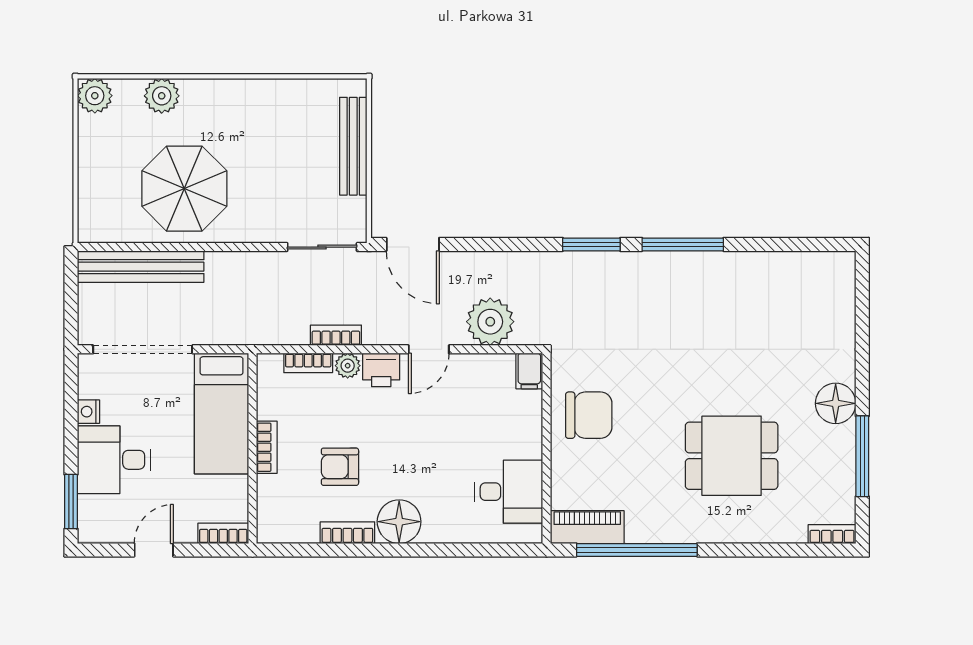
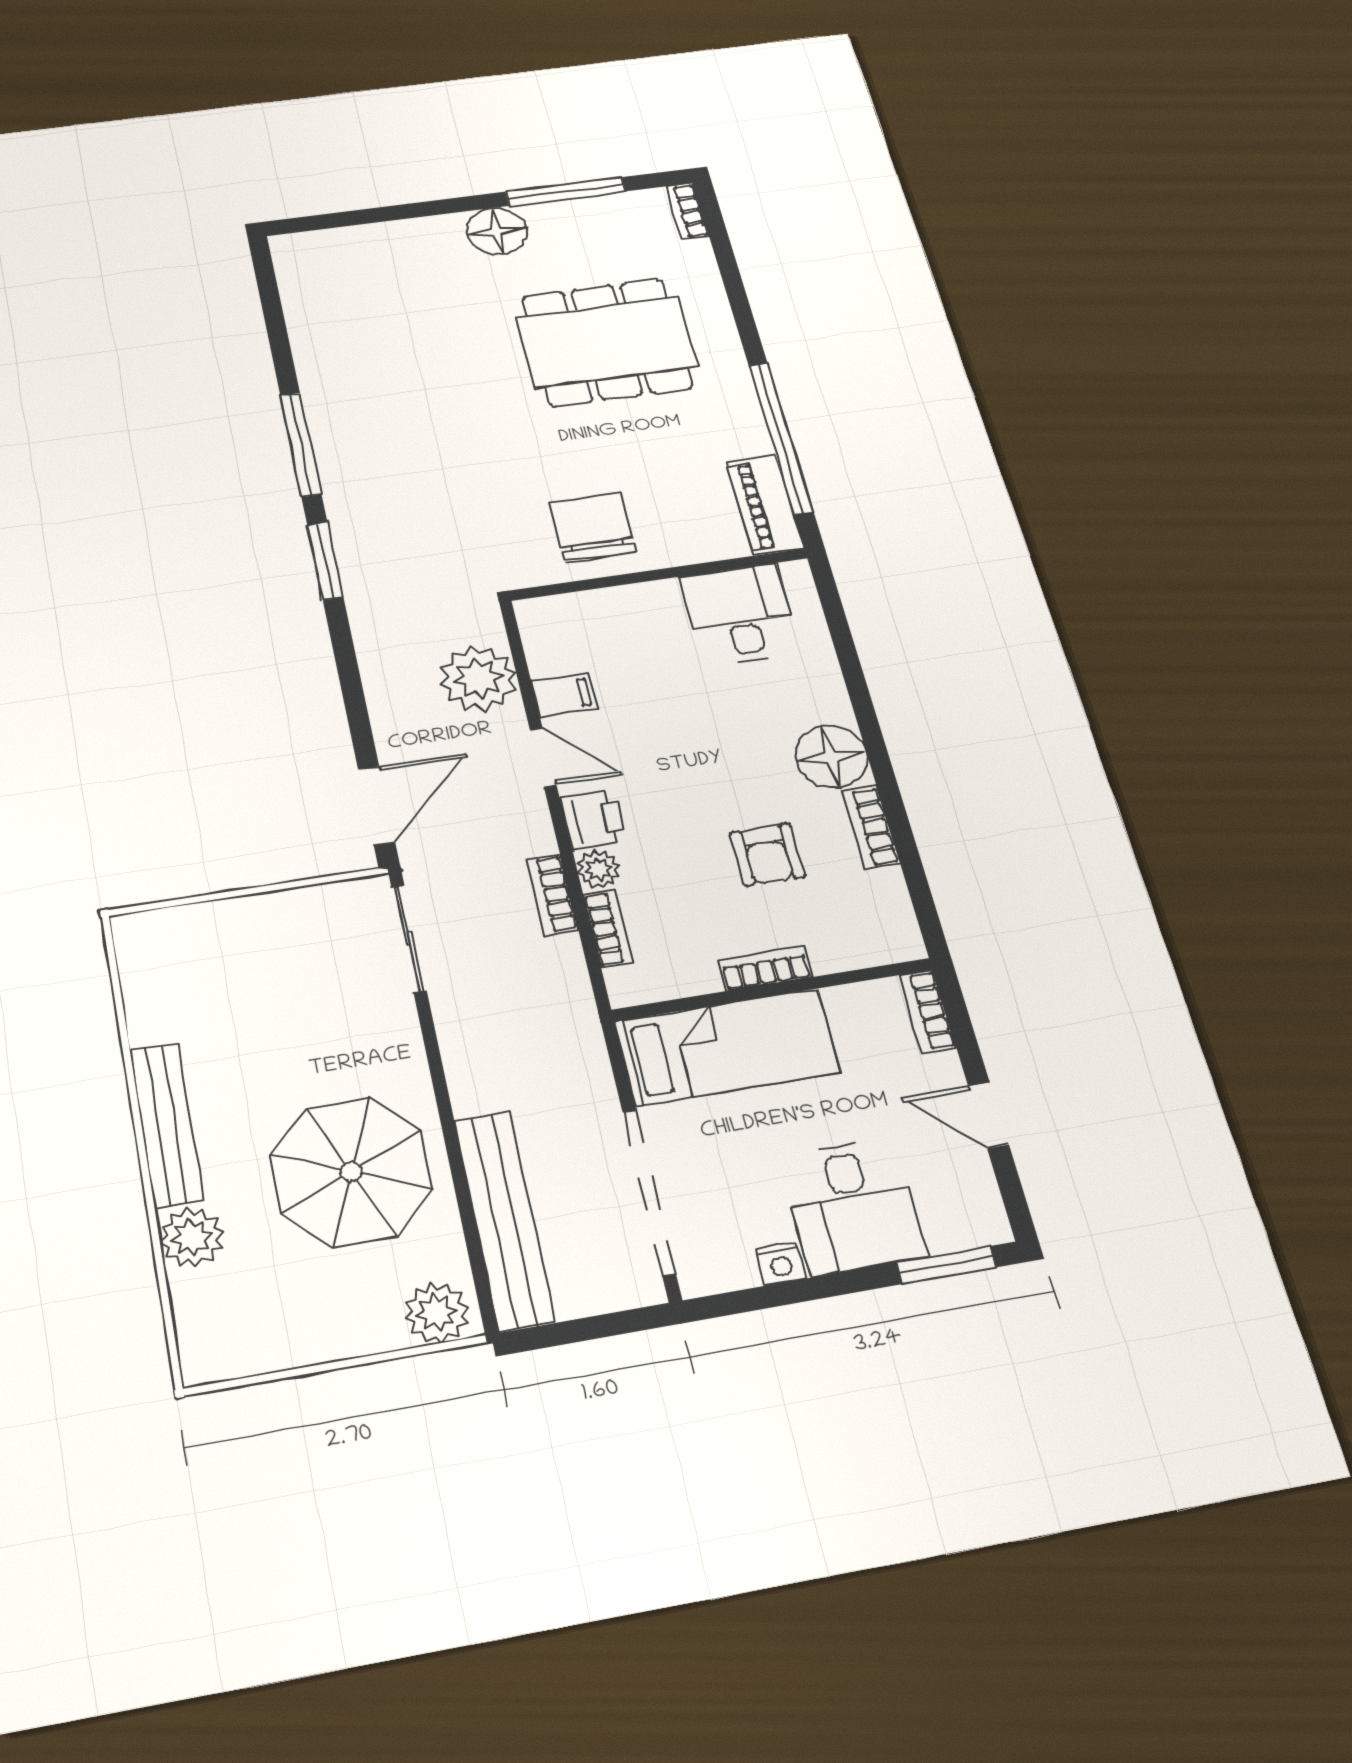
plant: (95, 96) -> (437, 1313), moved
bench: (353, 146) -> (166, 1125), moved, turned 90
filing cabinet: (529, 371) -> (564, 695), moved
dining table: (732, 456) -> (607, 342), width x1.38

